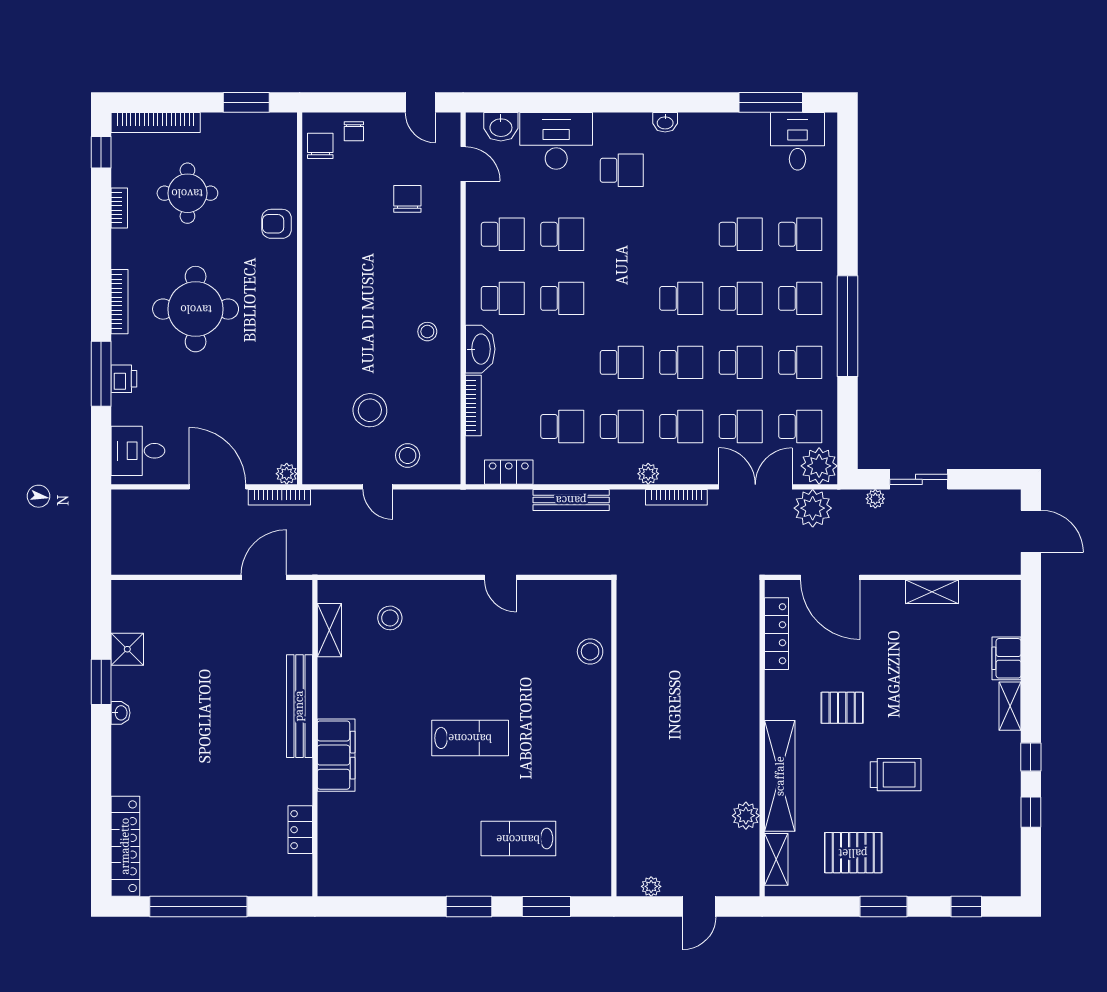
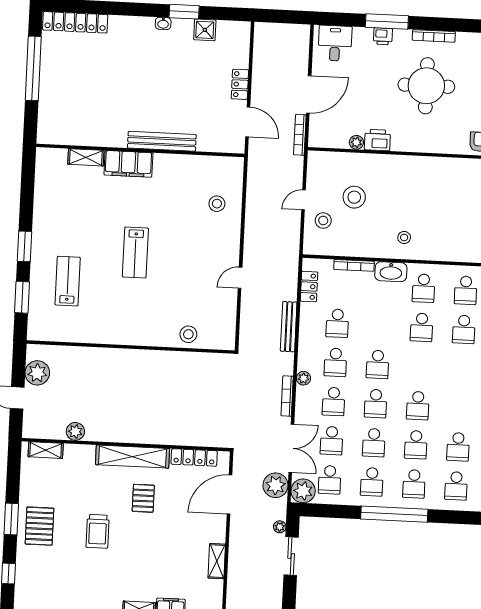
printer: (281, 379) -> (377, 140), added
plant: (287, 474) -> (356, 142), moved
shelving: (329, 630) -> (86, 157), moved
shelving: (780, 776) -> (132, 457), moved
locker: (300, 830) -> (240, 84), moved, turned -90
pallet: (853, 853) -> (39, 526), moved
plant: (651, 886) -> (37, 373), width x1.87, depth x1.87

